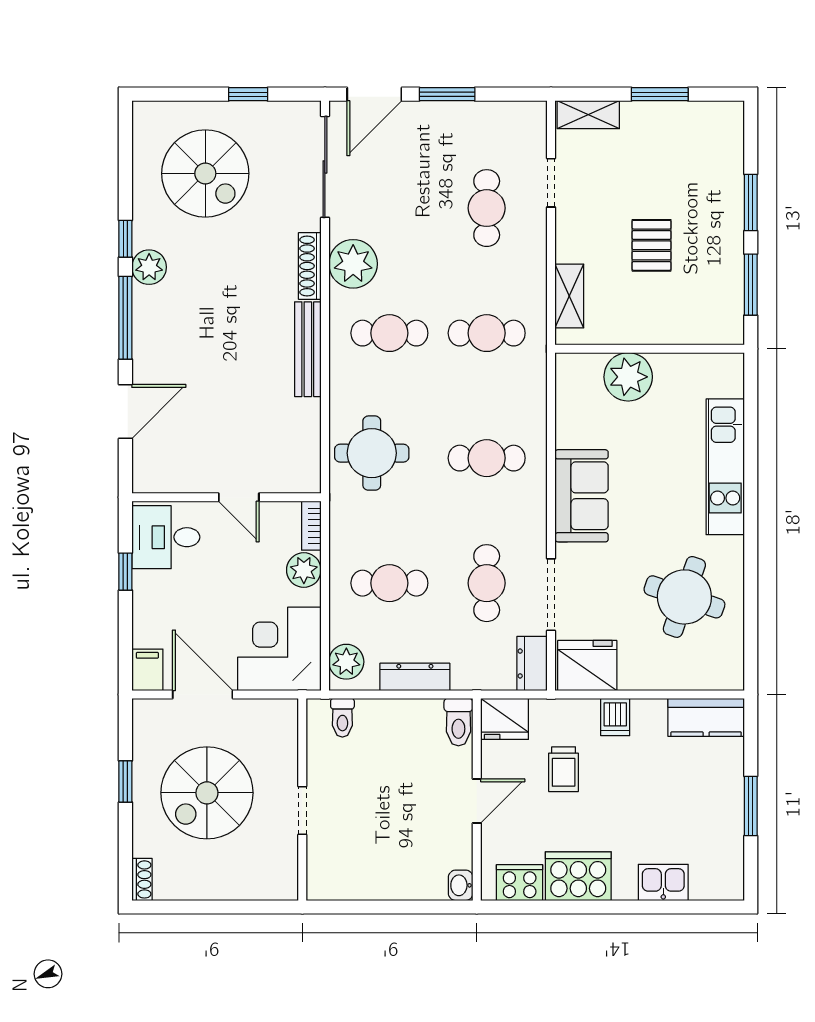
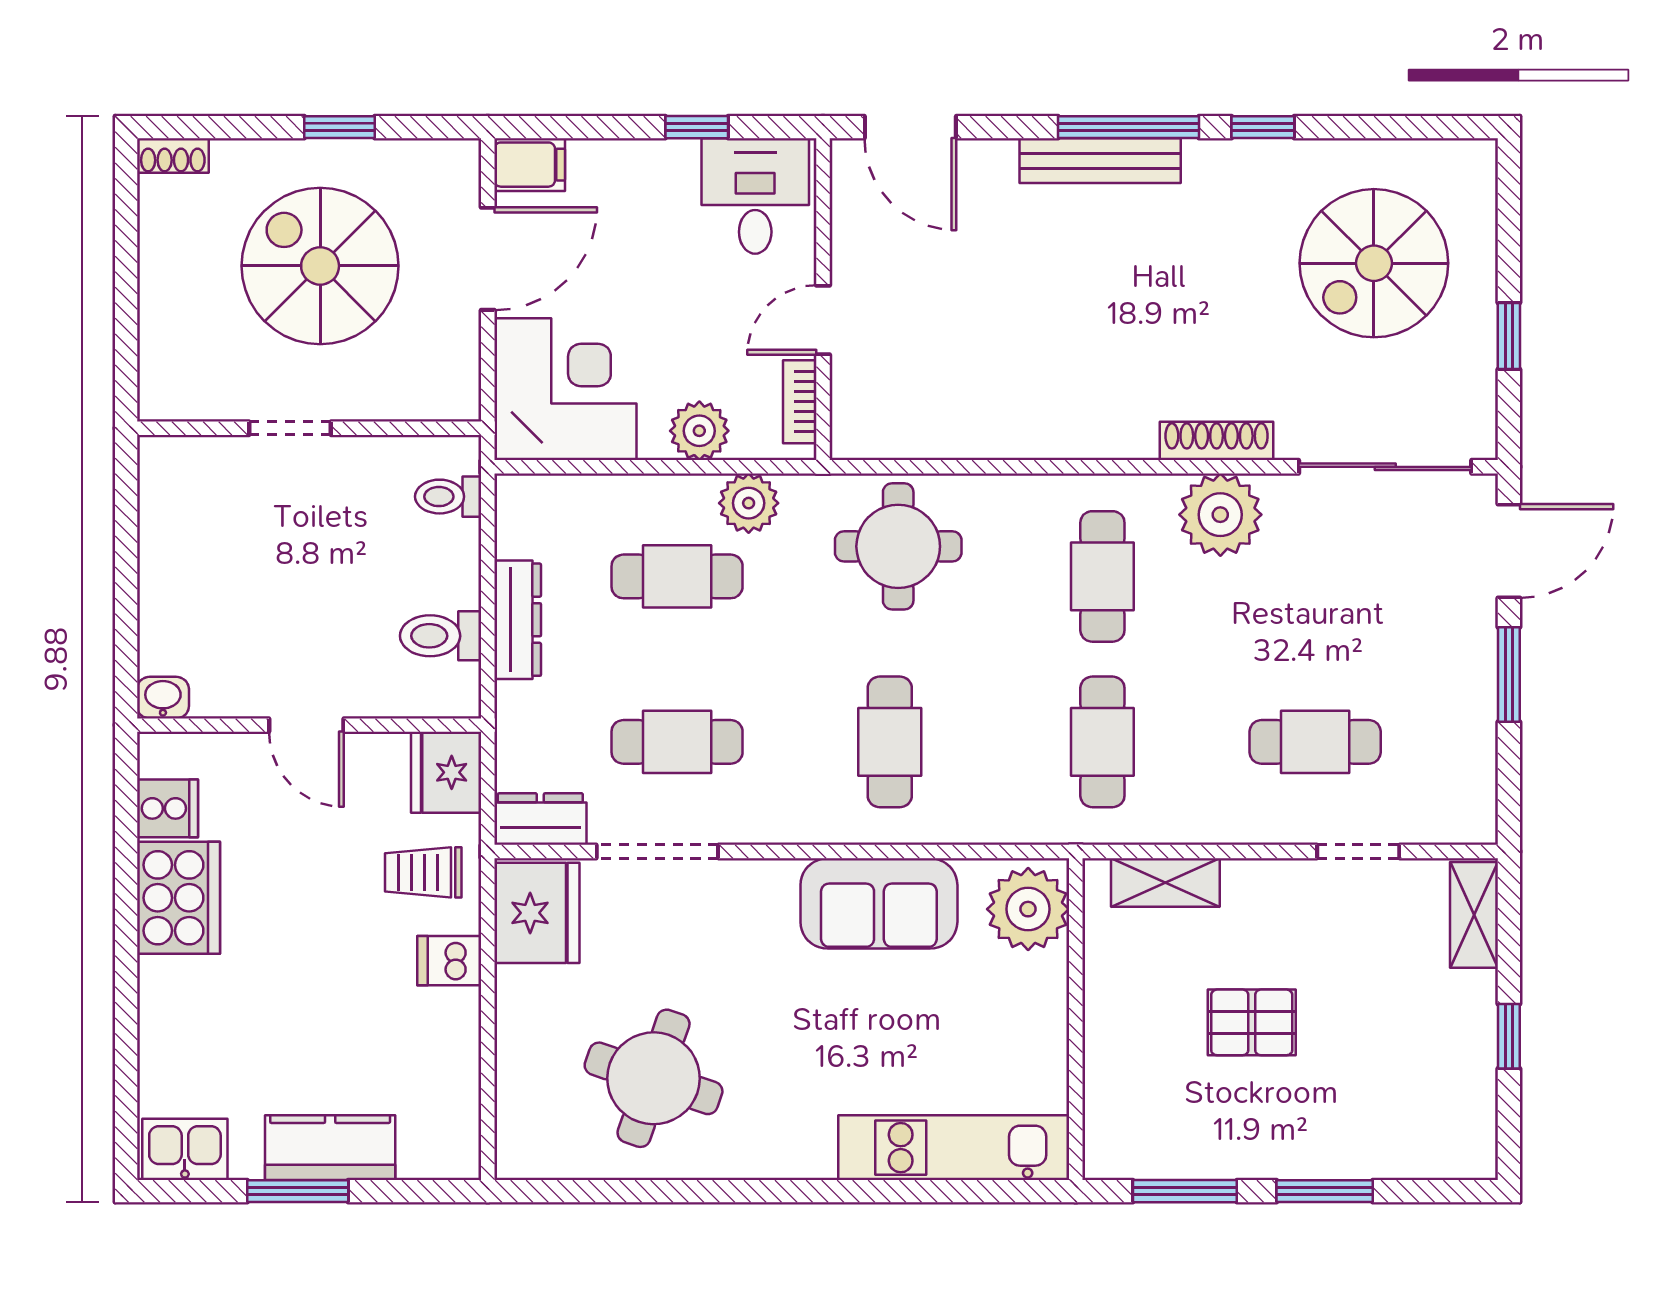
door: (374, 94) -> (1509, 551), swing flipped
window: (660, 94) -> (1509, 1036), width x0.67
plant: (149, 267) -> (1215, 168), removed
bench: (308, 349) -> (1100, 161), moved
plant: (628, 377) -> (1028, 909), moved
door: (125, 412) -> (910, 127), moved
kitchen unit: (725, 467) -> (954, 1148), moved
sofa: (582, 496) -> (879, 903), moved
bookcase: (311, 526) -> (800, 402), moved, turned -90
cafe table: (389, 583) -> (677, 576), turned 90
plant: (346, 662) -> (749, 503), moved
kitchen counter: (706, 717) -> (330, 1148), moved, turned 90
toilet: (458, 722) -> (441, 636), moved
trolley: (564, 769) -> (423, 872), moved
kitchen sink: (663, 882) -> (185, 1149), moved, turned -90
cooker: (520, 883) -> (168, 808), width x0.73

